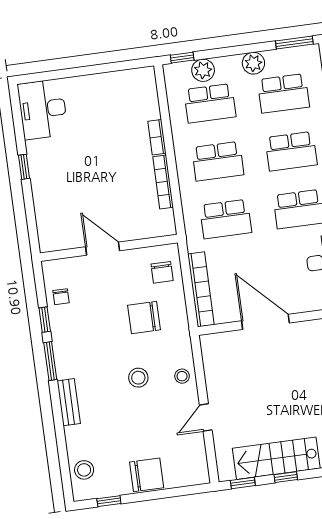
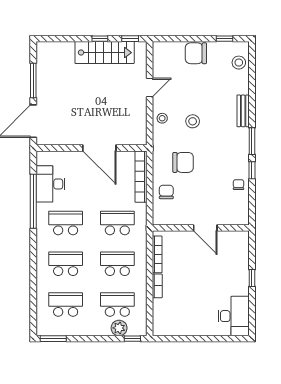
plant: (253, 63) -> (83, 328), removed
wall: (109, 248) -> (201, 228), moved
door: (103, 249) -> (205, 228), moved

